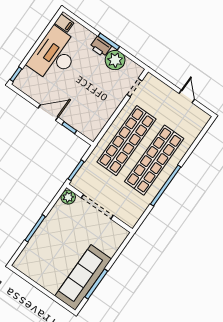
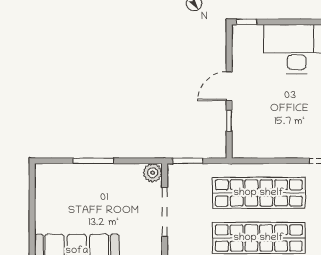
door: (48, 113) -> (229, 86), swing flipped

